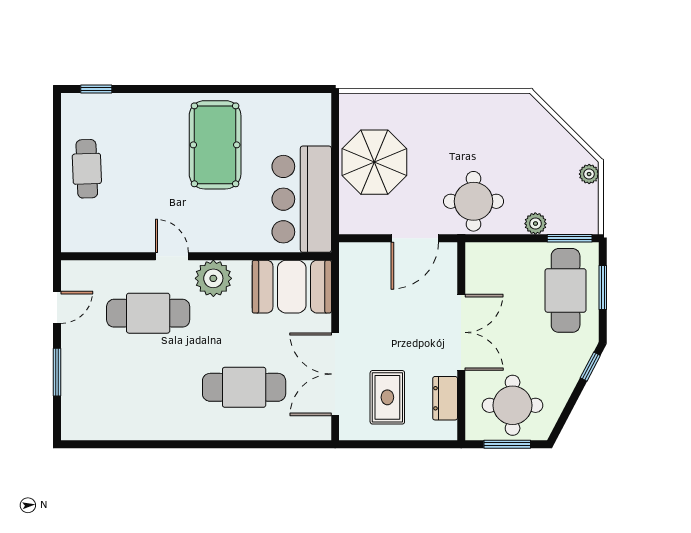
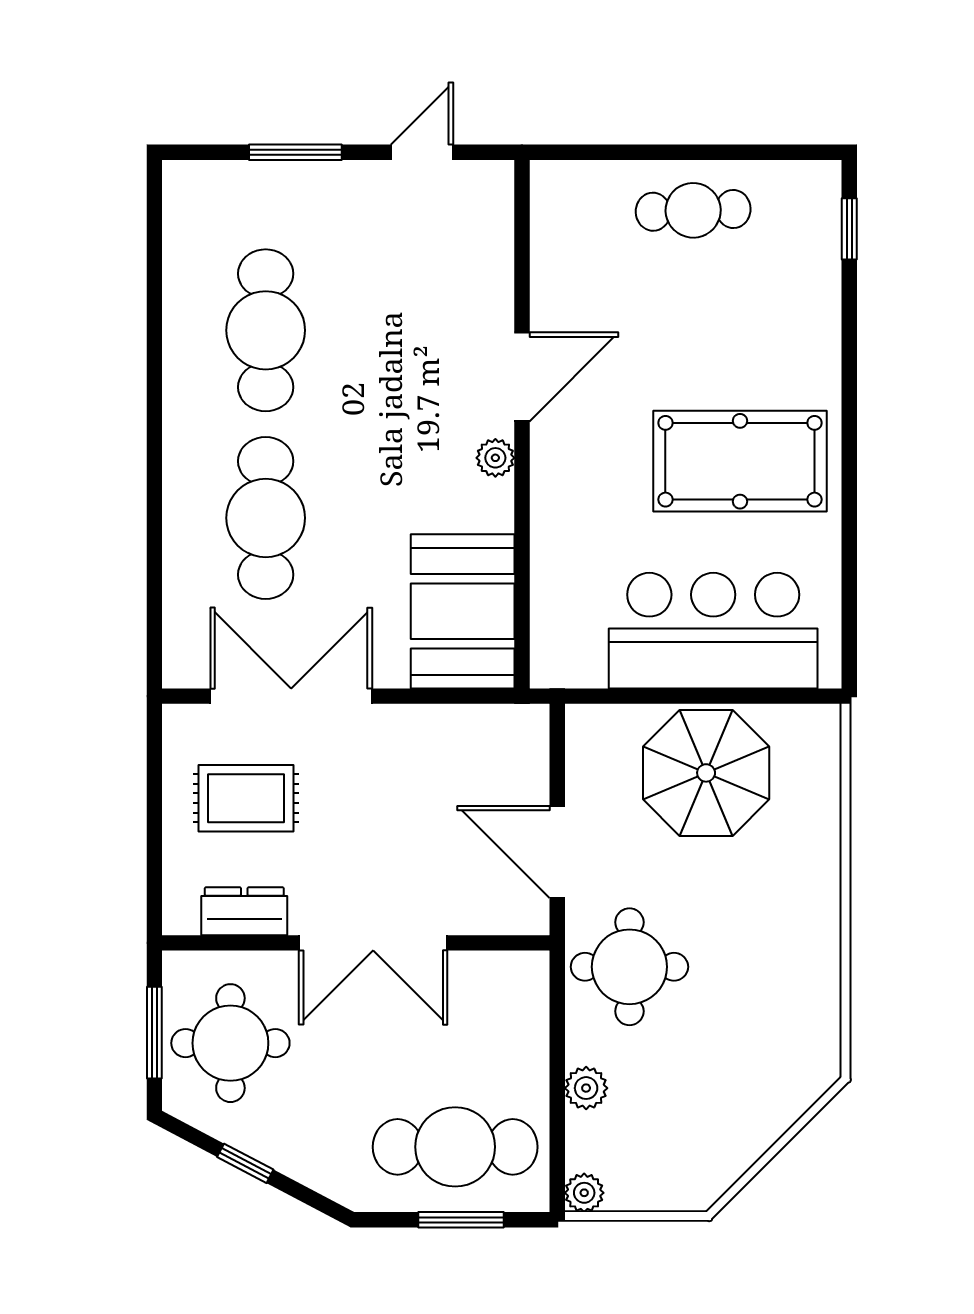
plant: (589, 174) -> (584, 1193), moved
bar counter: (302, 199) -> (713, 631), moved
window: (570, 238) -> (557, 1155), removed
door: (172, 256) -> (522, 377), width x1.38
plant: (213, 278) -> (495, 458), width x0.53, depth x0.53
door: (57, 307) -> (422, 152), swing flipped
cafe table: (148, 313) -> (266, 330), moved
window: (590, 367) -> (245, 1163), moved

